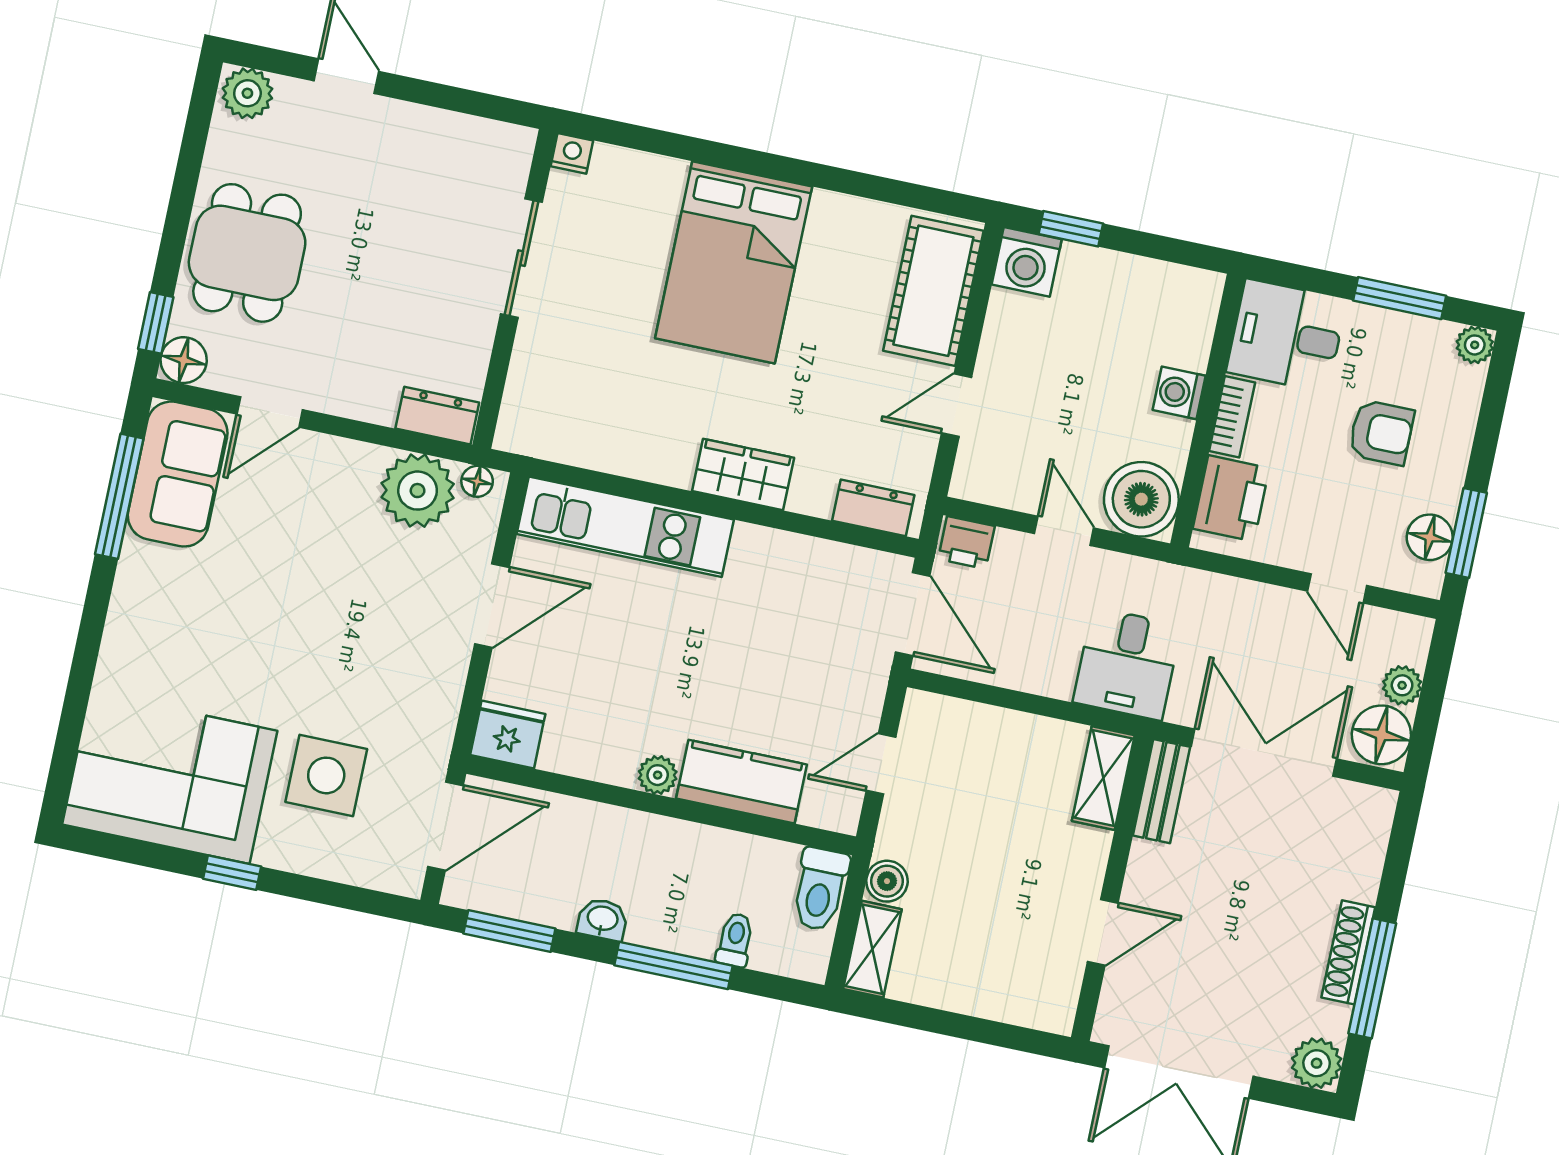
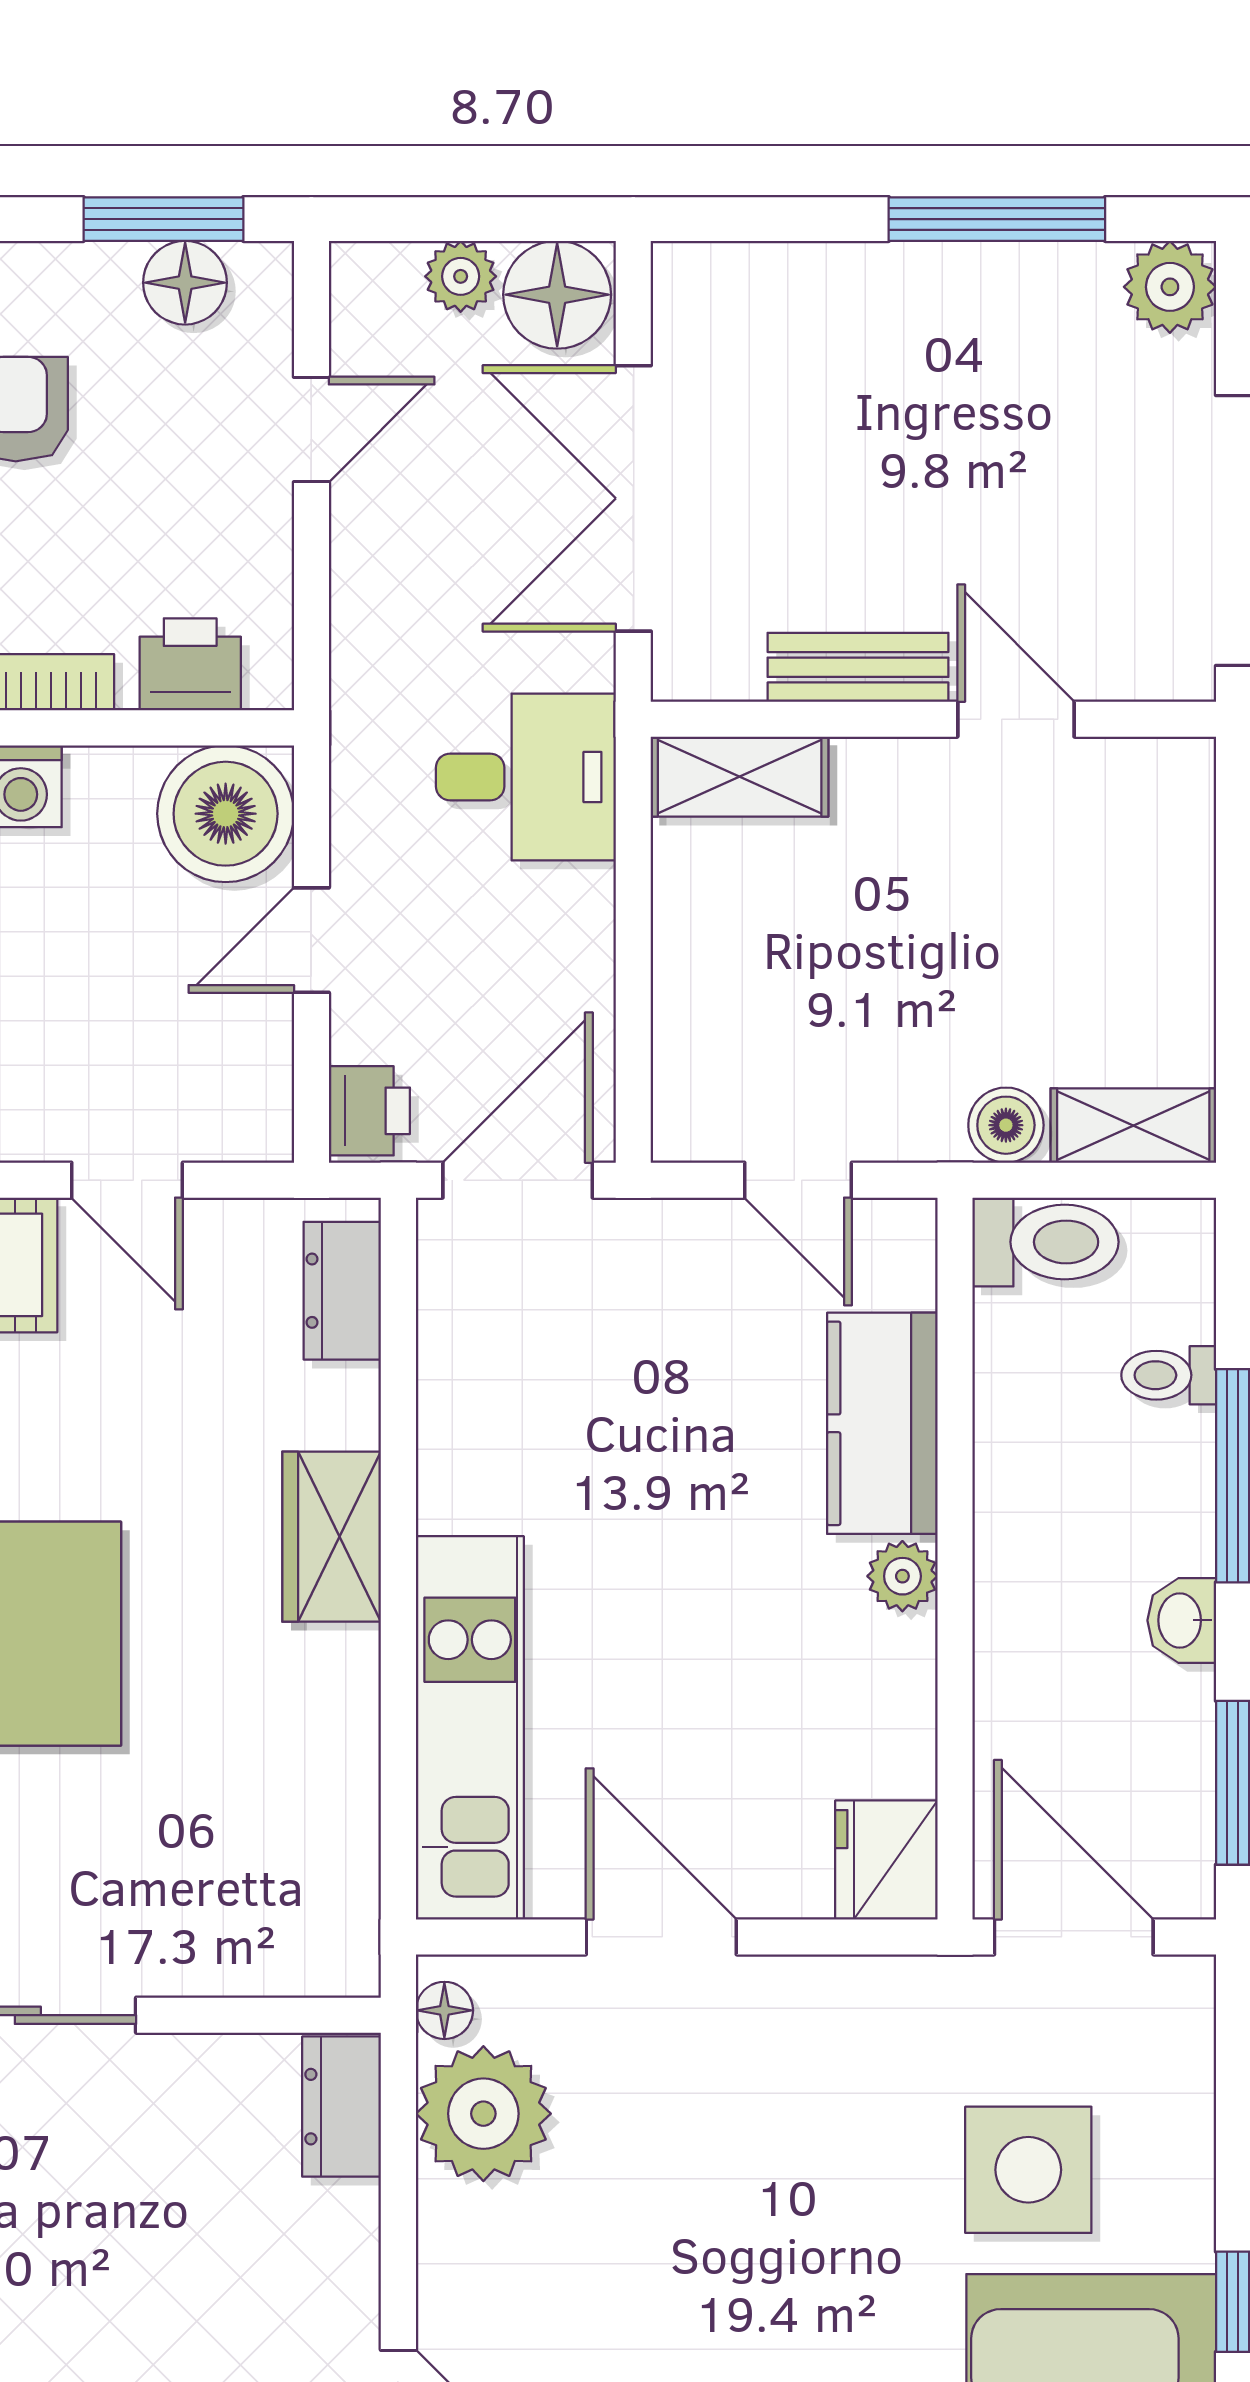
printer: (1231, 498) -> (190, 664), width x0.73, depth x0.81
bench: (1162, 791) -> (858, 667), moved
shoe rack: (1348, 952) -> (959, 272), removed

